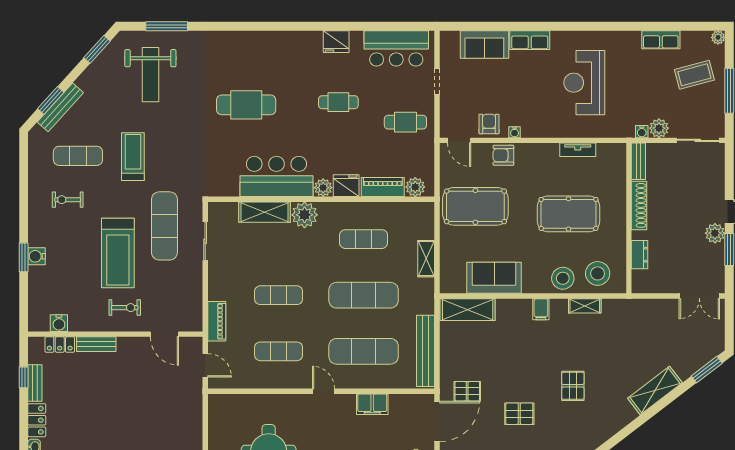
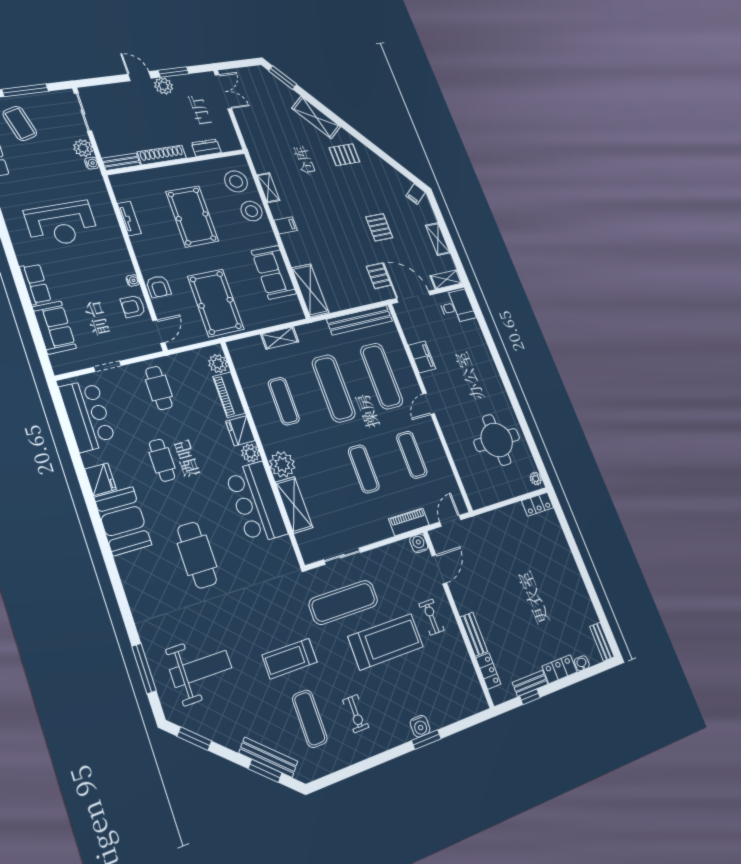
booth: (294, 49) -> (123, 521), added
water cooler: (59, 323) -> (419, 543), moved, turned -90
pallet: (573, 386) -> (344, 155), moved

